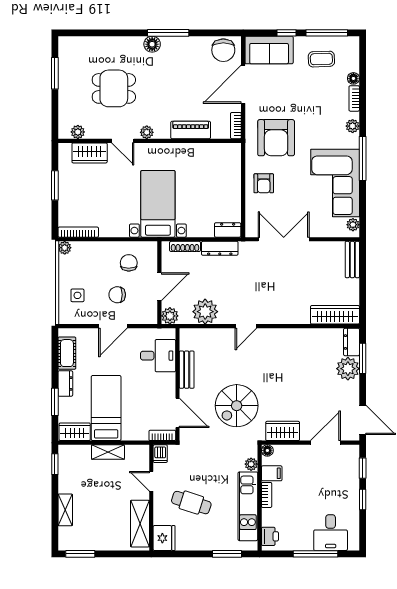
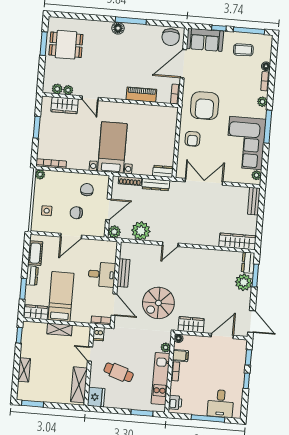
dining table: (114, 88) -> (66, 45), moved
plant: (147, 132) -> (68, 90), moved
desk: (158, 356) -> (102, 274), moved

